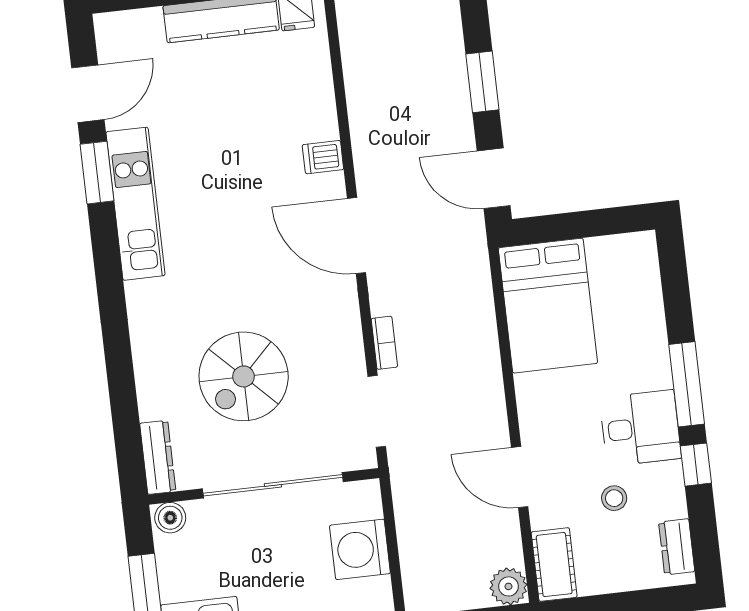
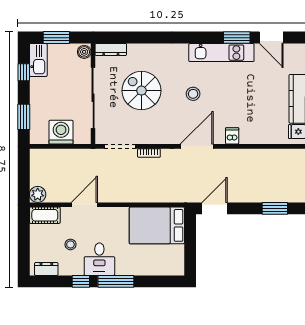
window: (482, 82) -> (275, 208), moved
stool: (237, 258) -> (193, 94), added

